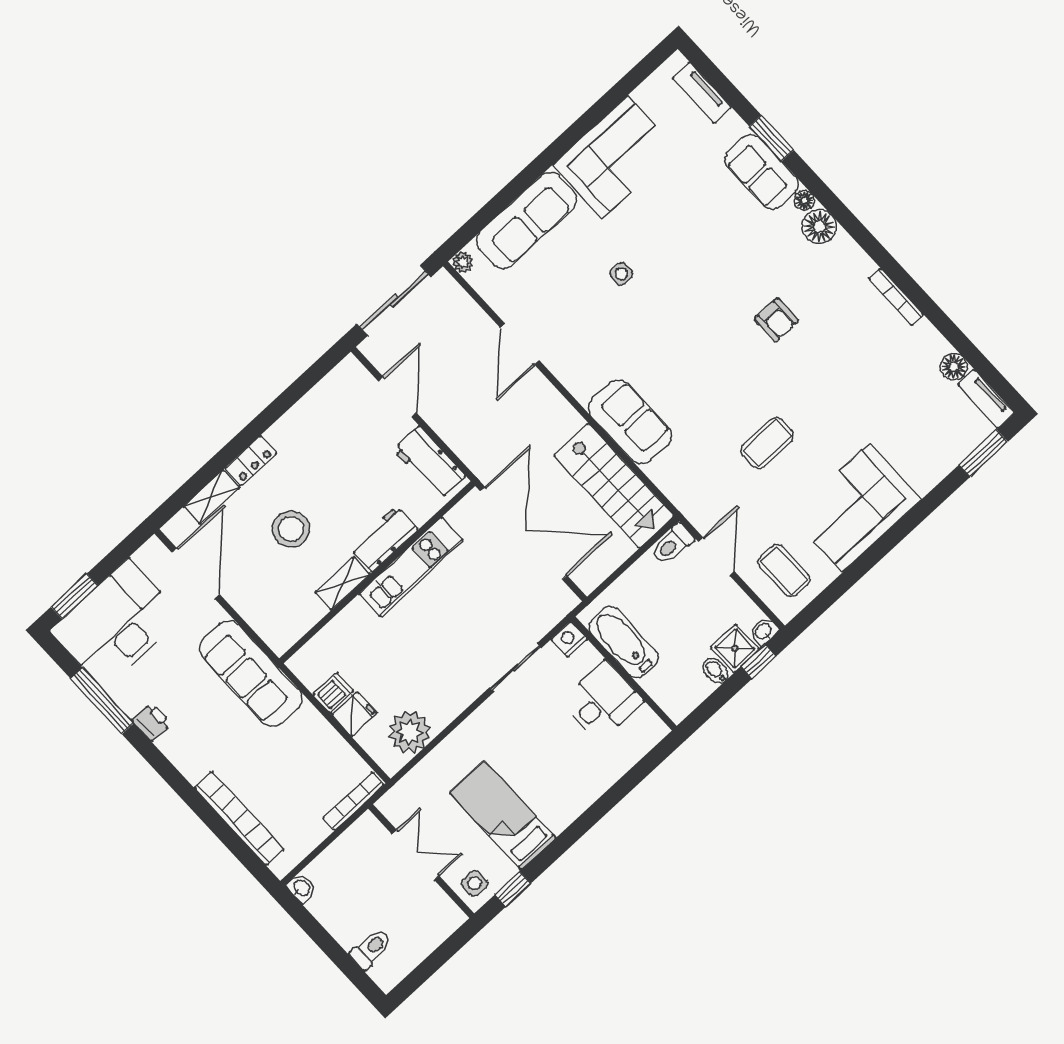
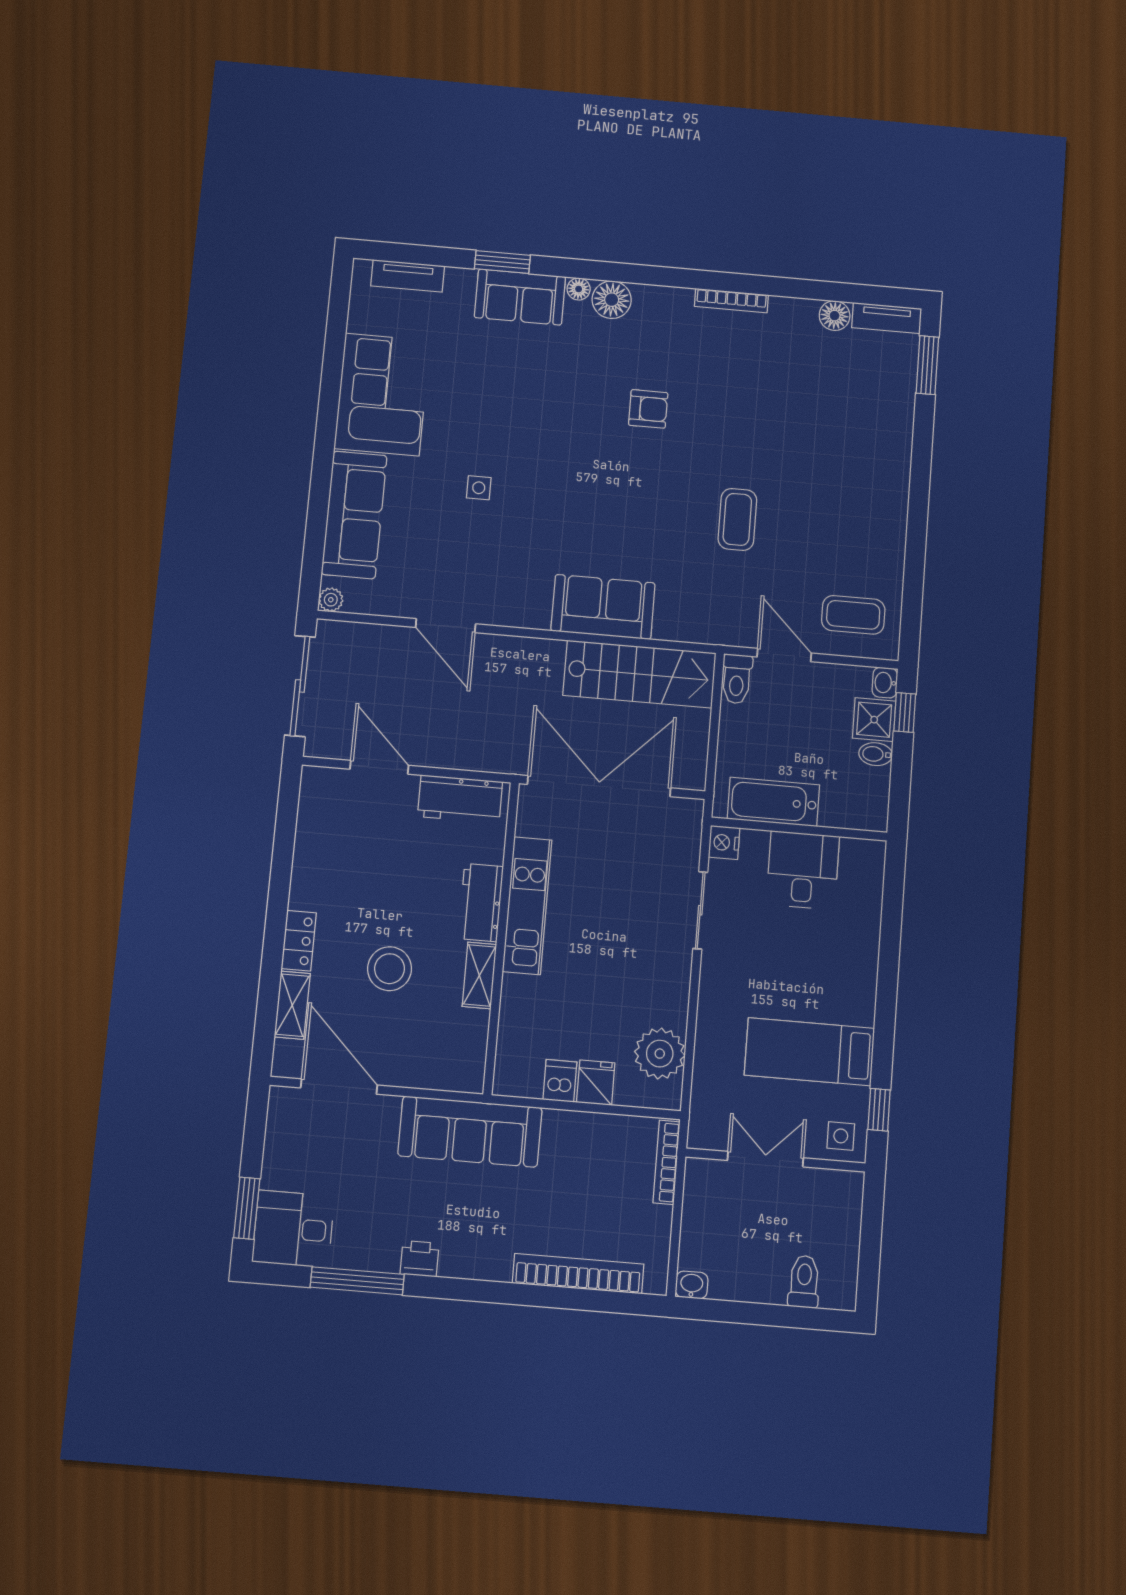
corner sofa: (856, 508) -> (864, 507), removed
desk: (116, 624) -> (293, 1229), width x0.53, depth x0.77

